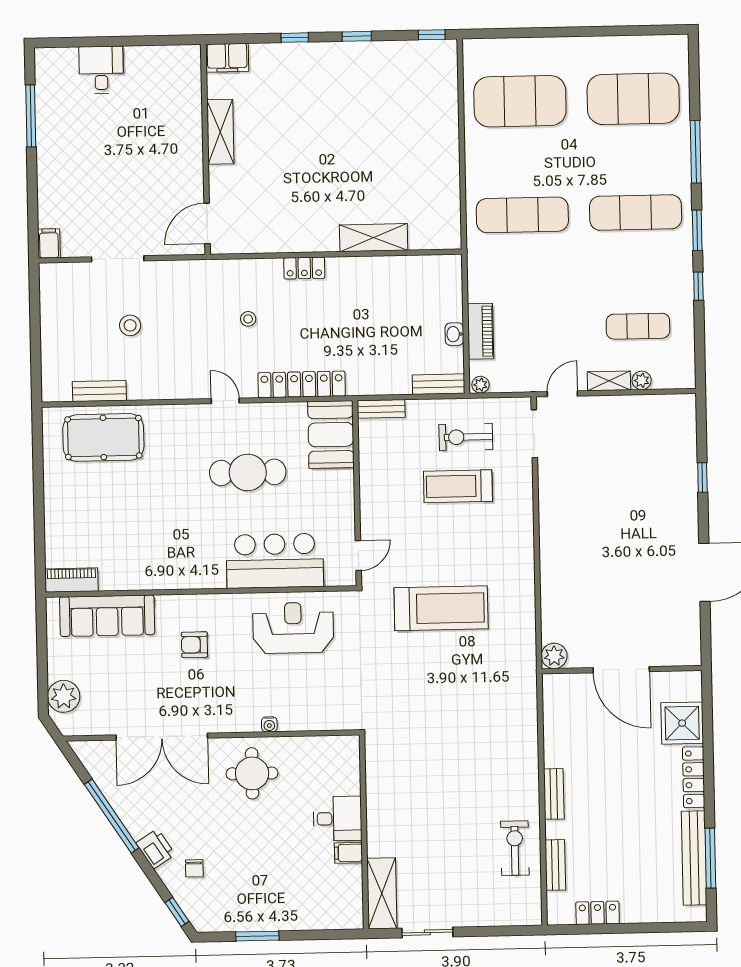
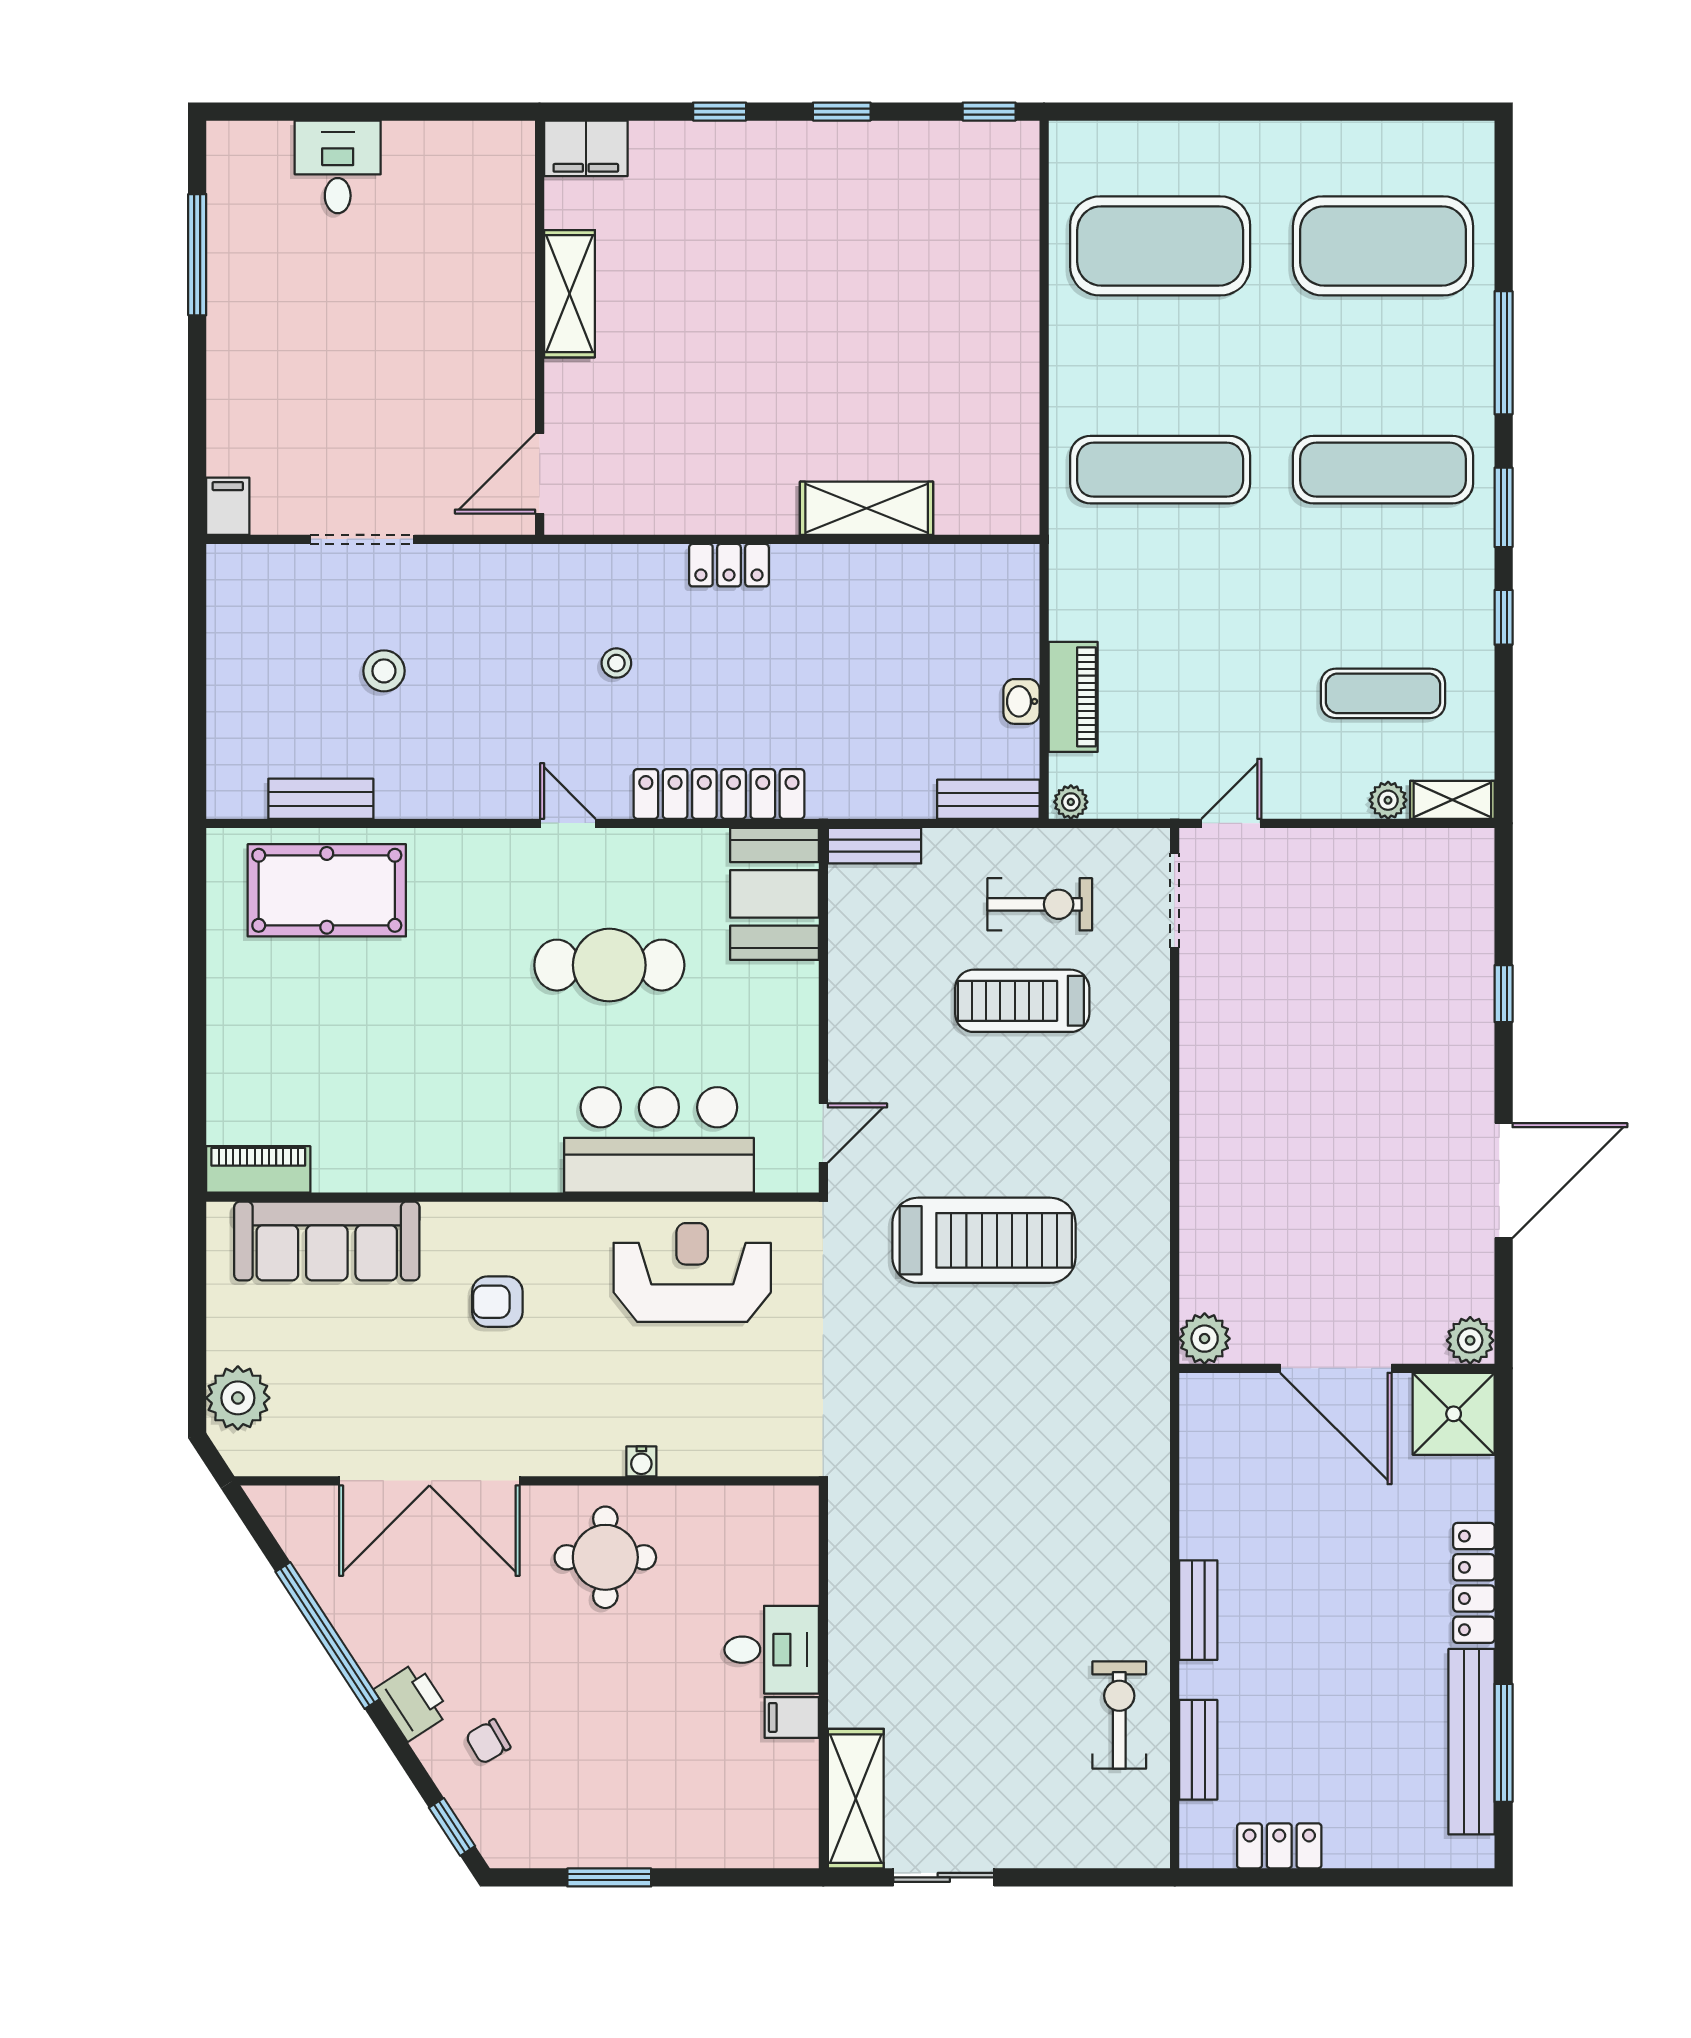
shelving: (609, 381) -> (1452, 800), moved
exercise bike: (466, 437) -> (1040, 904), turned 180
plant: (689, 654) -> (1470, 1340), added
shower: (682, 723) -> (1454, 1414), moved
chair: (194, 868) -> (488, 1742), turned 60

